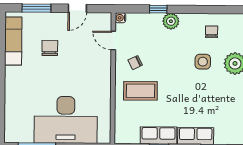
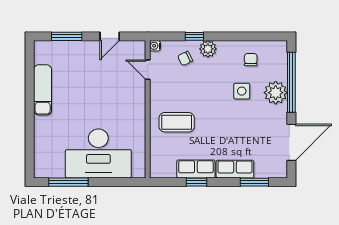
exam couch: (13, 41) -> (43, 90), moved
chair: (50, 48) -> (81, 78), removed
chair: (135, 63) -> (185, 58), moved

